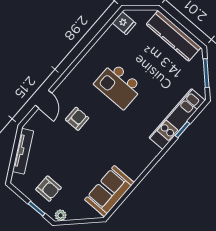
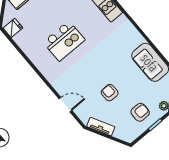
armchair: (77, 119) -> (110, 93), moved
tv unit: (23, 151) -> (101, 127), width x0.71

